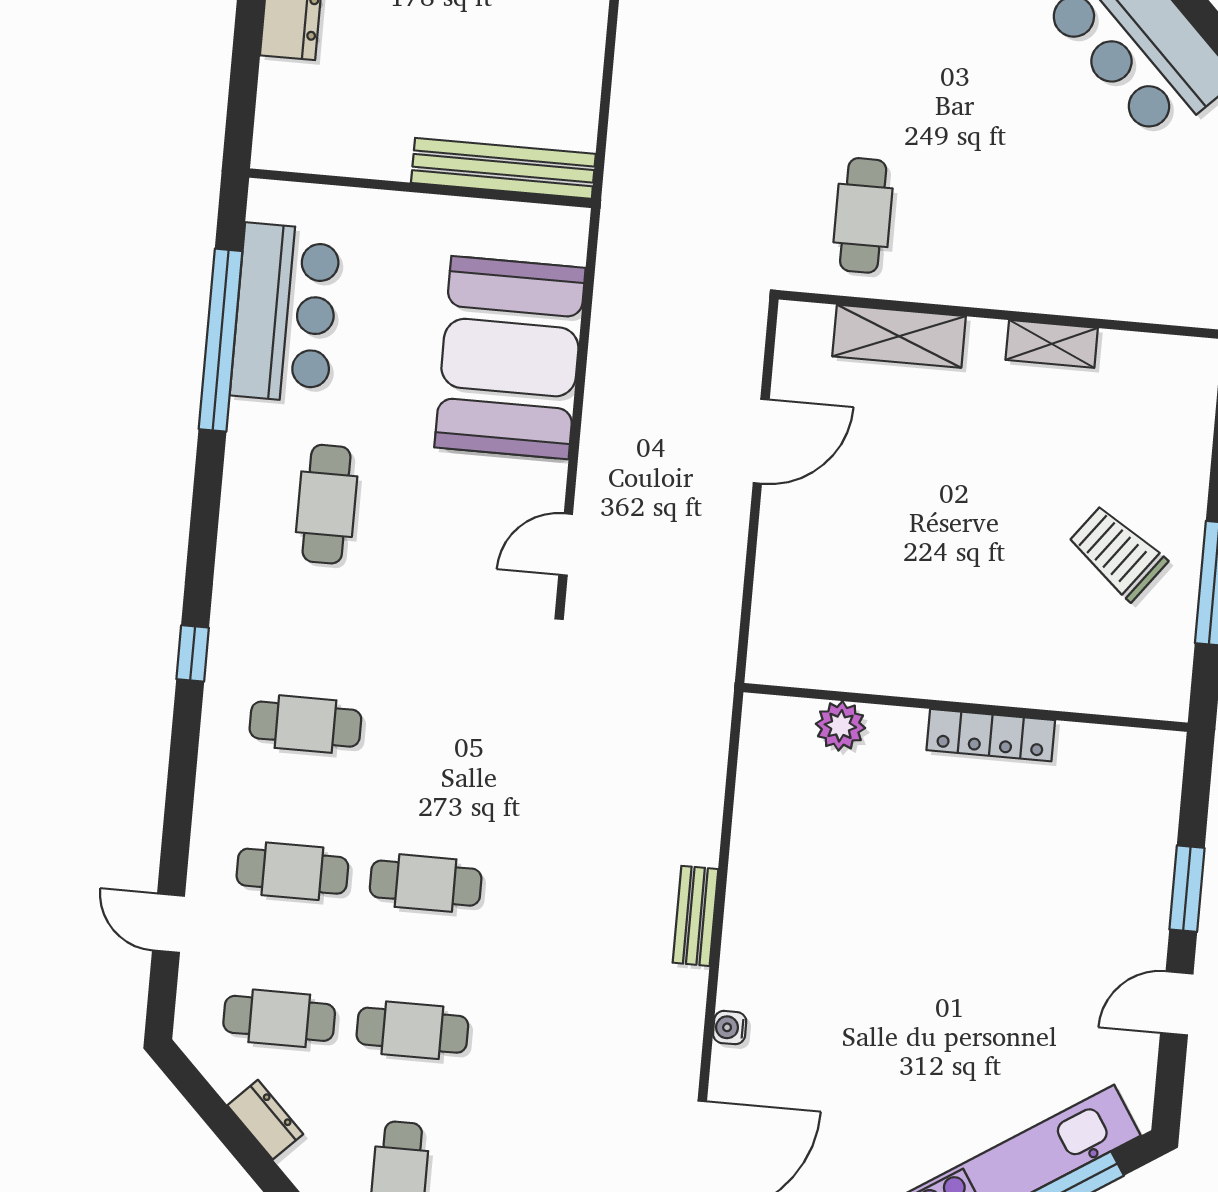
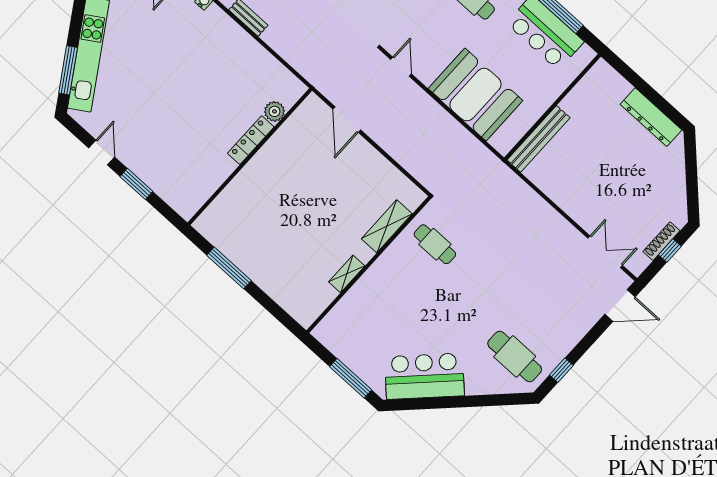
door: (761, 441) -> (347, 120), moved
trolley: (1117, 553) -> (263, 244), removed
locker: (991, 735) -> (251, 140), moved

